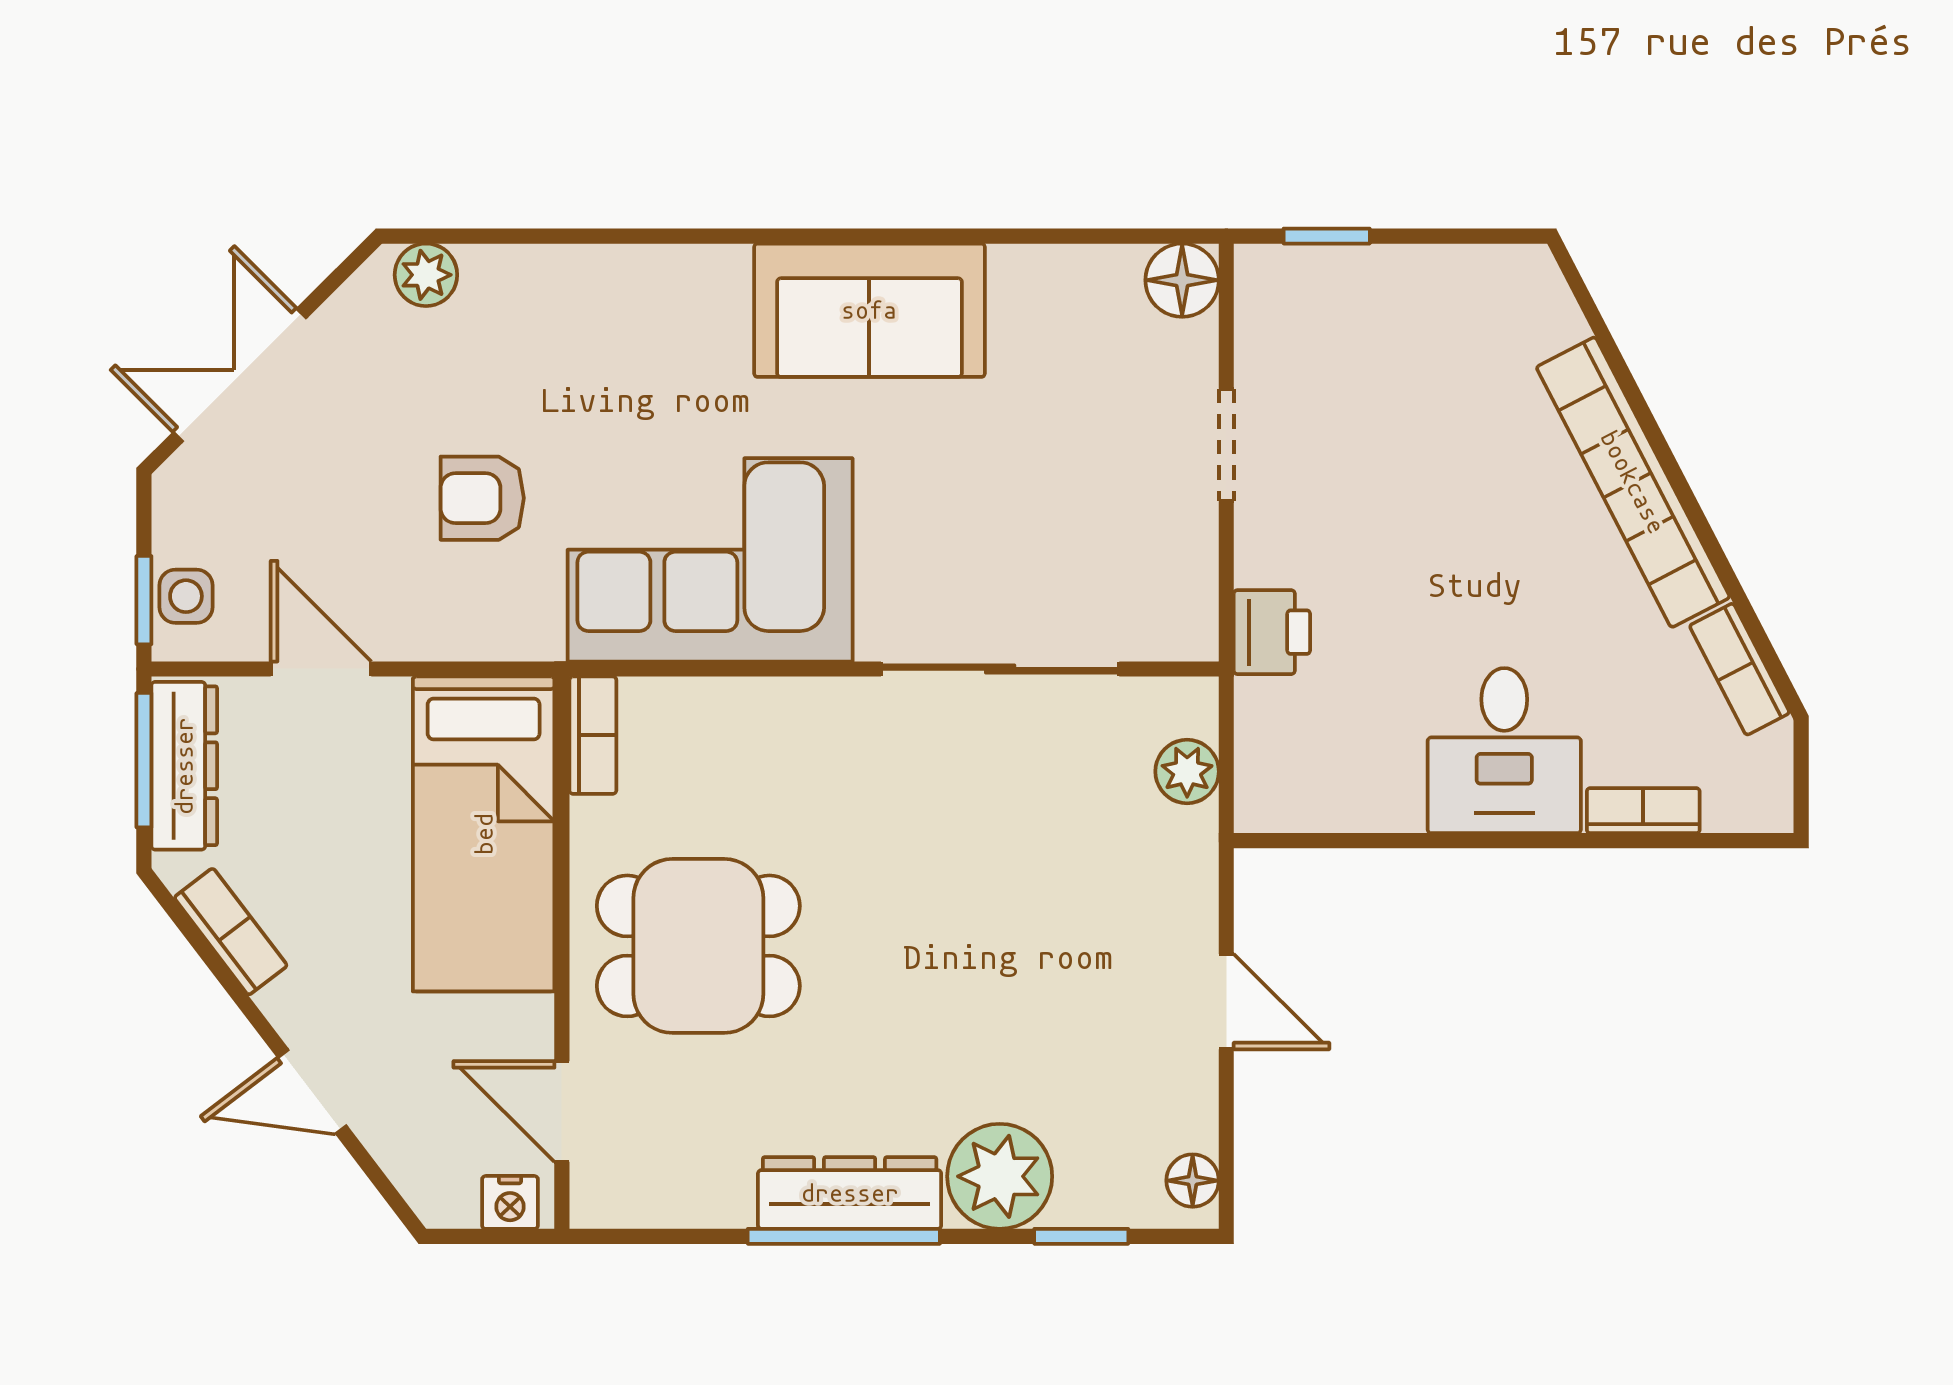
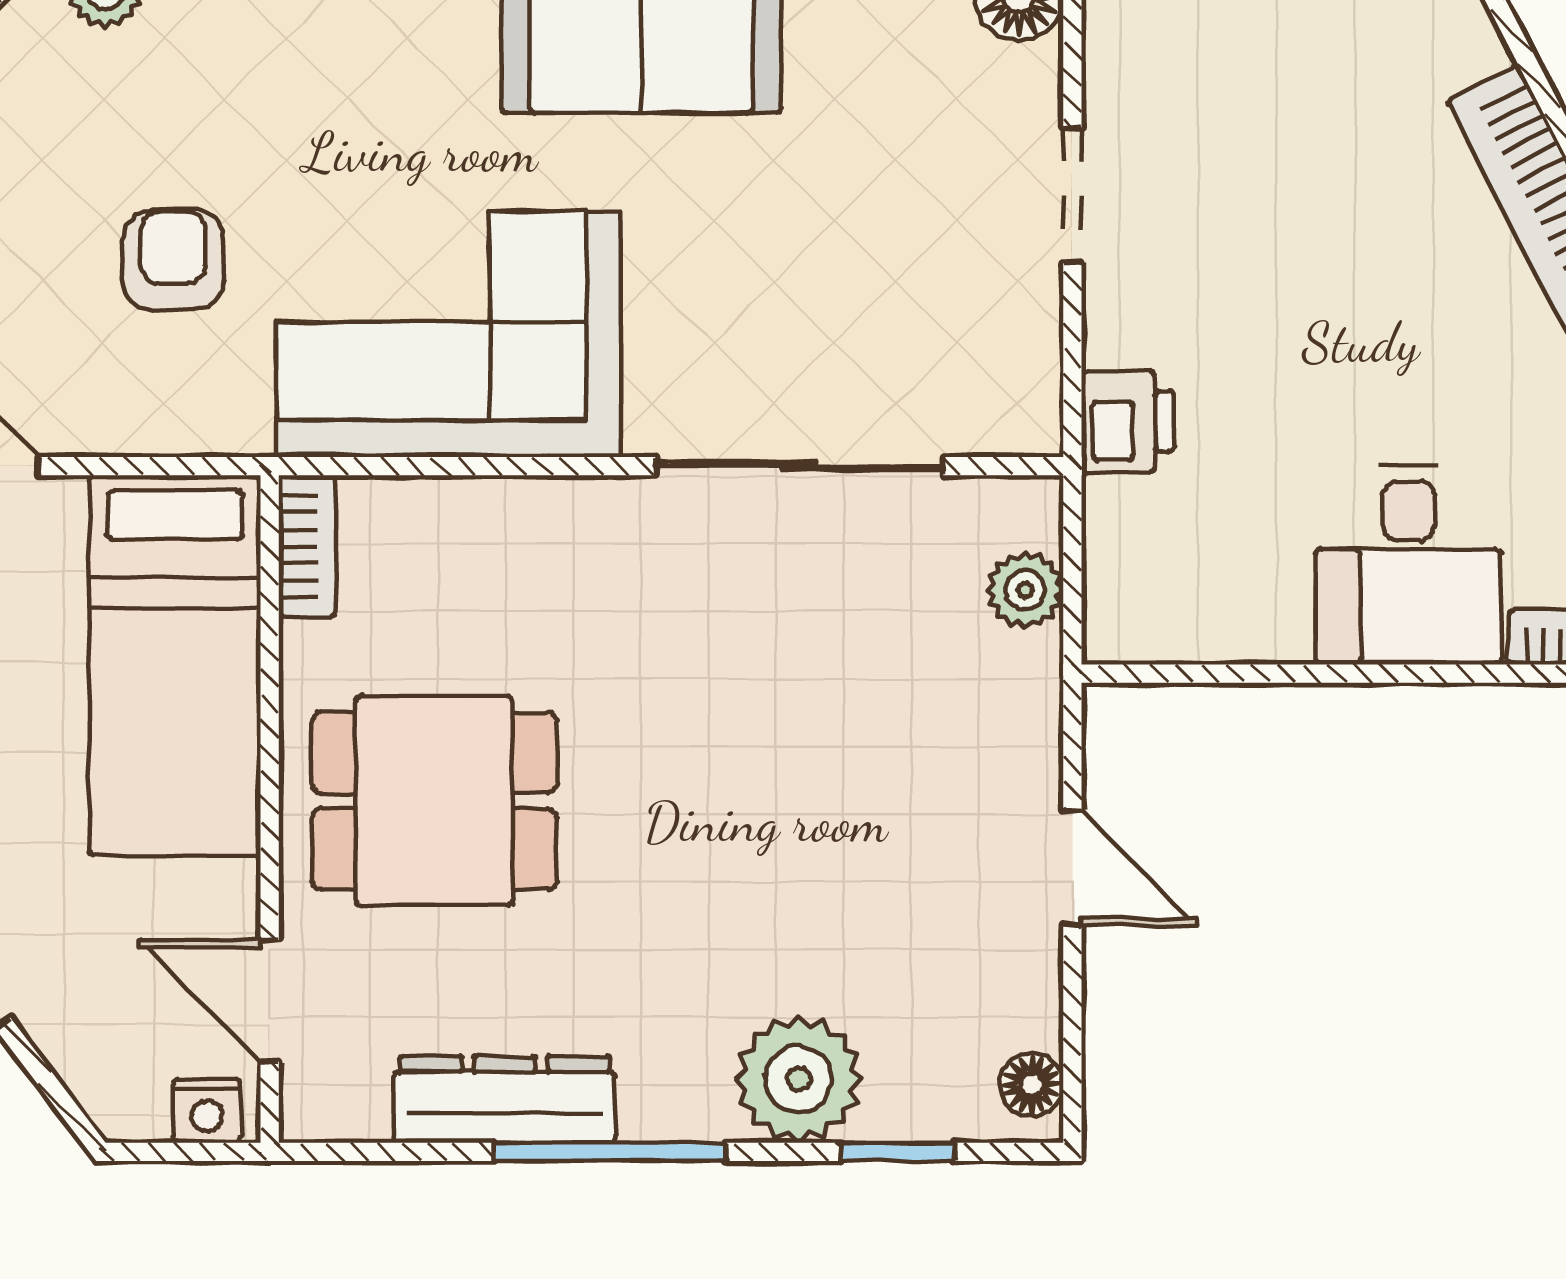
armchair: (482, 498) -> (173, 260), turned 90
dresser: (850, 1193) -> (505, 1099), moved

